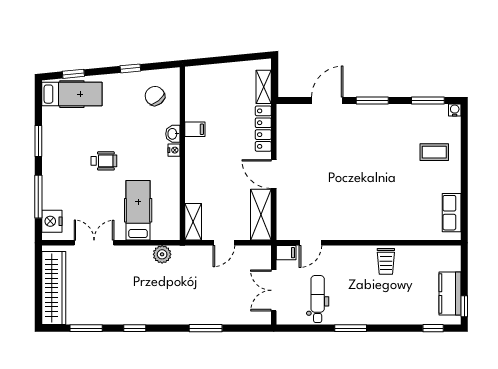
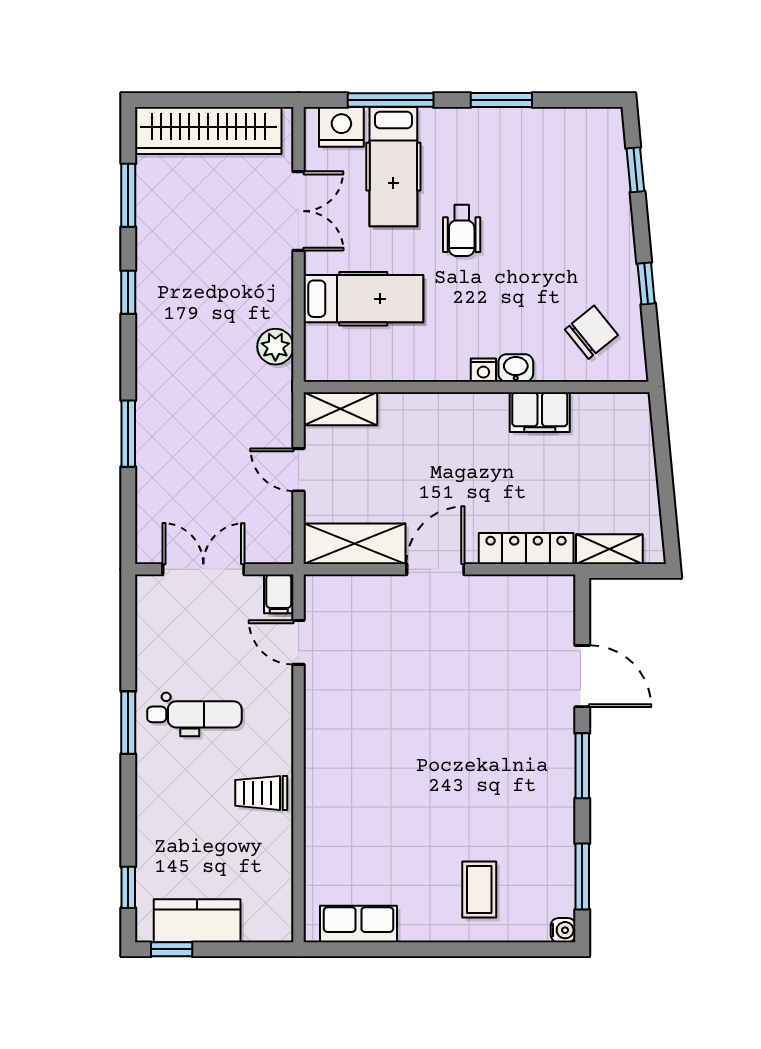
hospital bed: (72, 94) -> (393, 167), moved
filing cabinet: (195, 129) -> (540, 412), width x2.00
dental chair: (318, 299) -> (194, 714), moved

